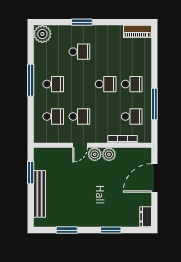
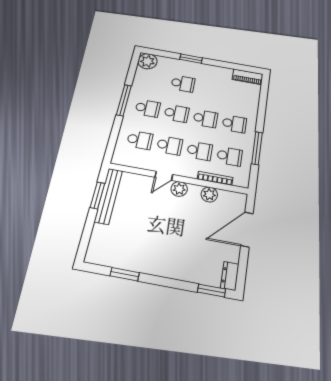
school desk: (79, 84) -> (176, 113), added
school desk: (106, 116) -> (200, 151), added
plant: (109, 154) -> (209, 195), moved
bench: (39, 194) -> (109, 196), moved
window: (111, 230) -> (211, 291), moved

